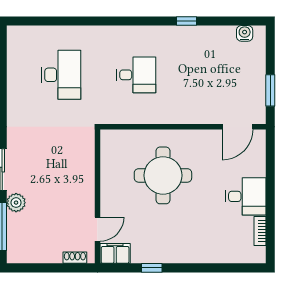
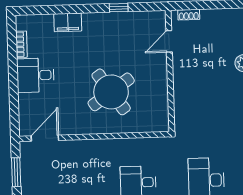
round table: (163, 175) -> (111, 92), turned -35
filing cabinet: (115, 253) -> (68, 22), moved

